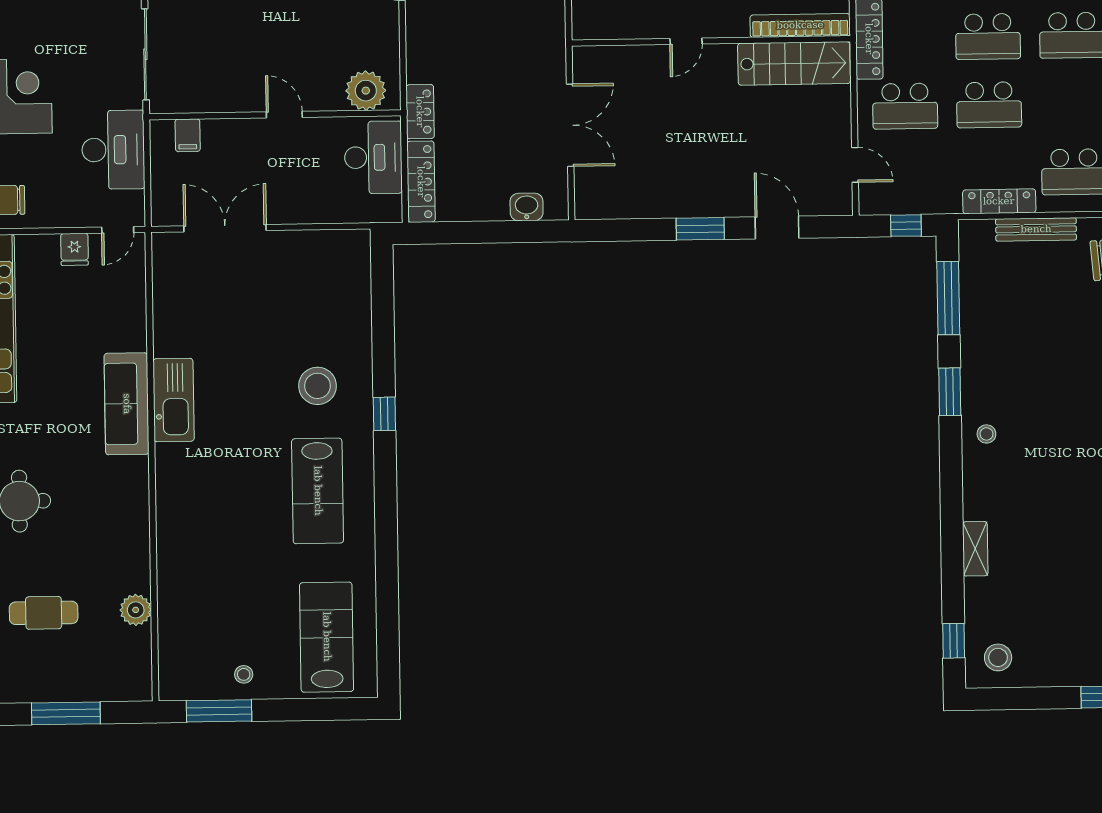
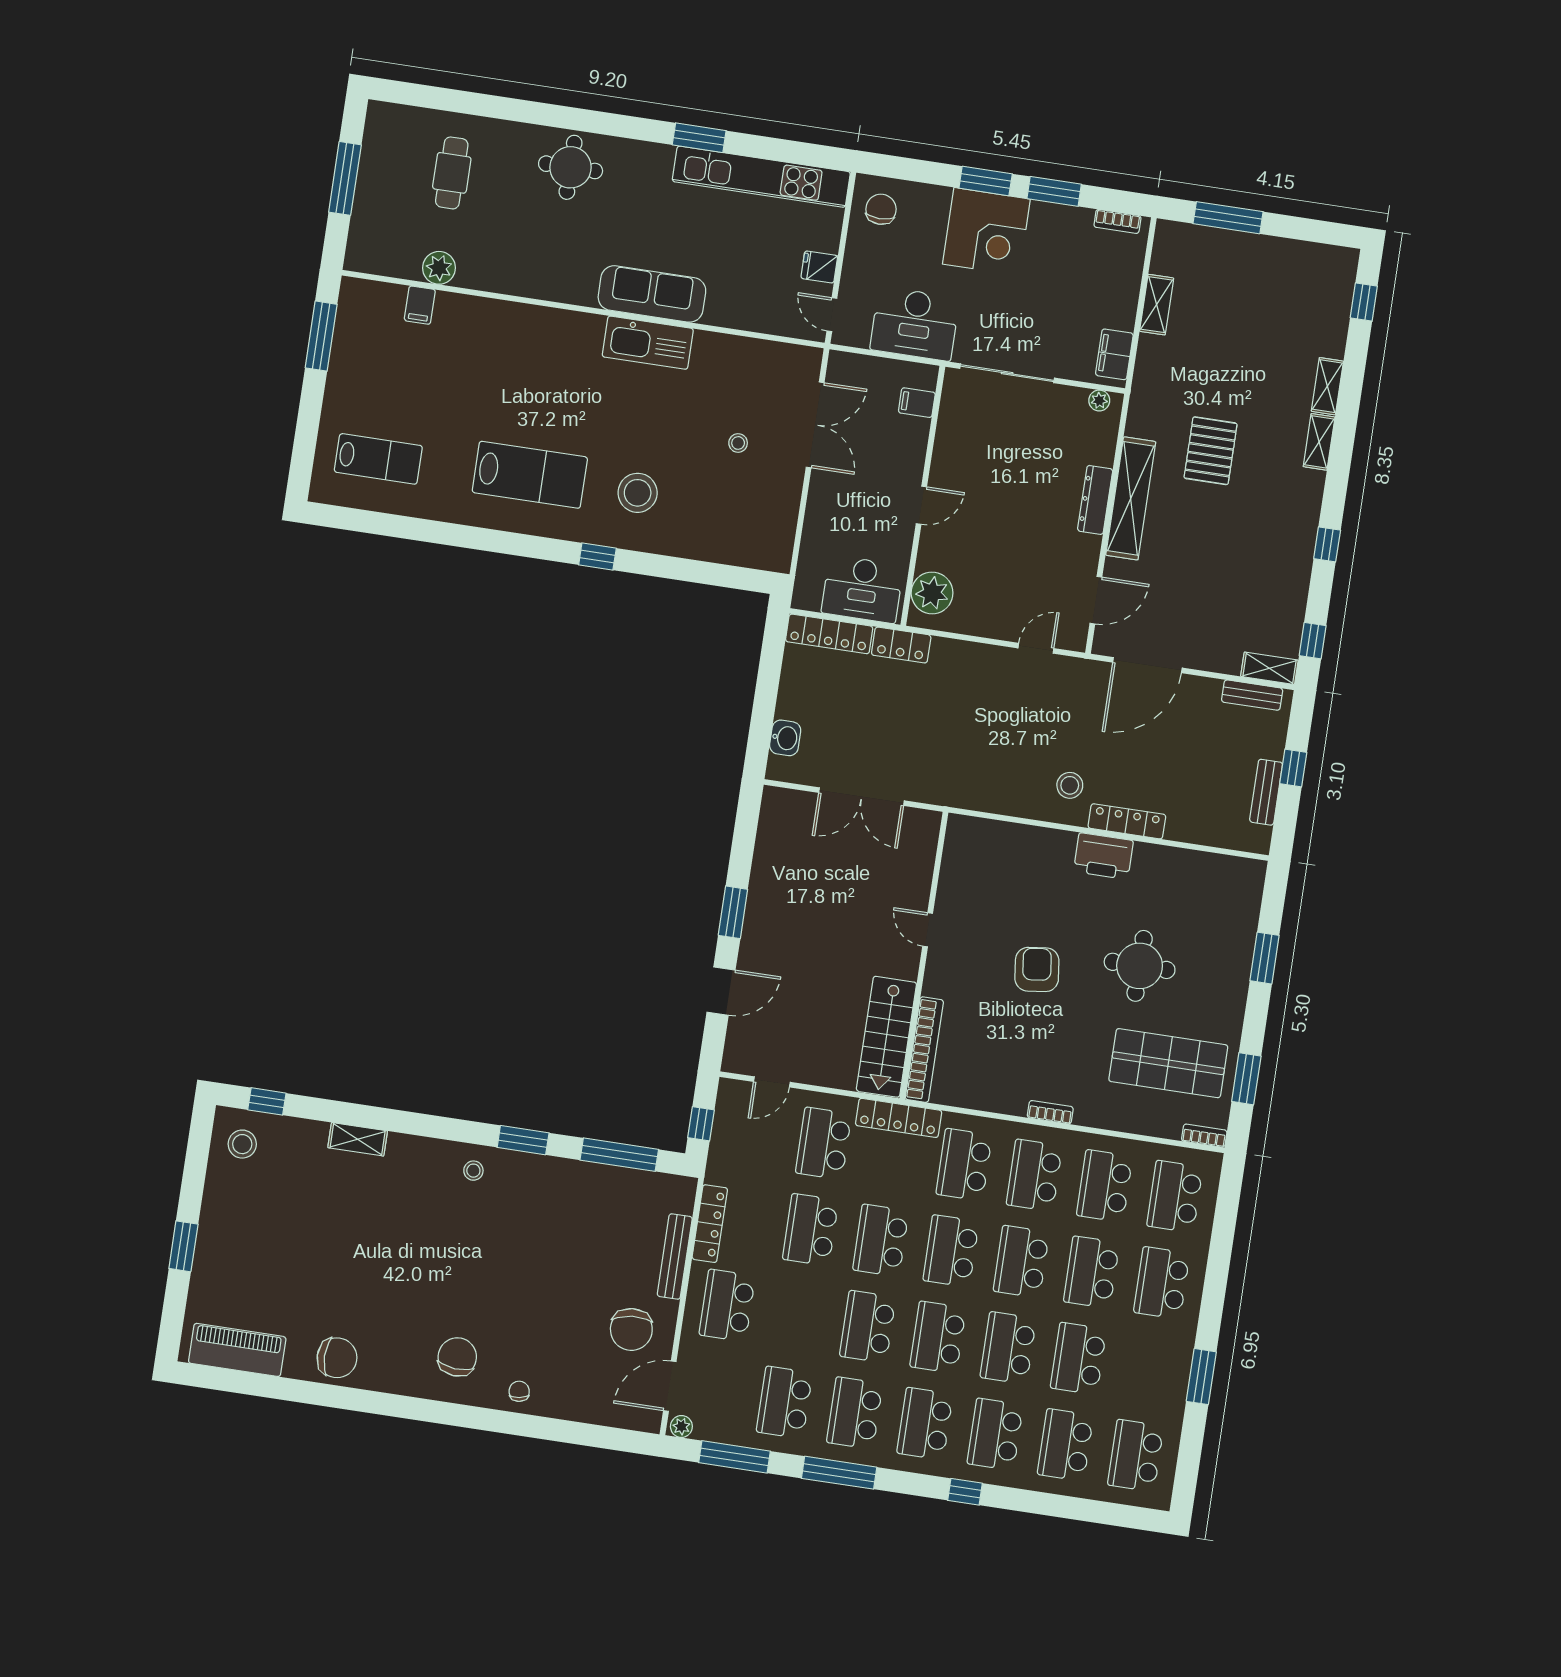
lab bench: (318, 491) -> (530, 475), turned 180
filing cabinet: (174, 622) -> (420, 305), added
lab bench: (327, 637) -> (378, 459), width x0.73, depth x0.72
stool: (244, 674) -> (738, 443), moved

